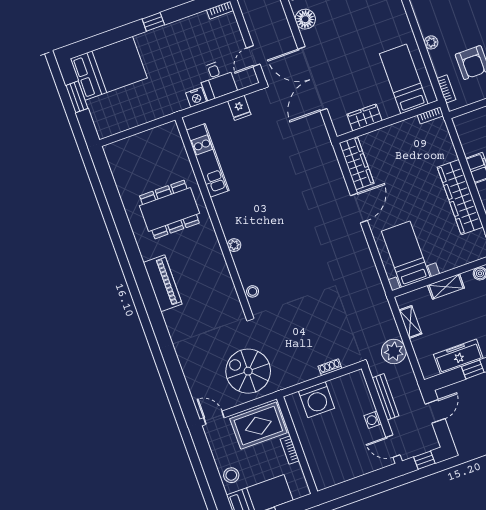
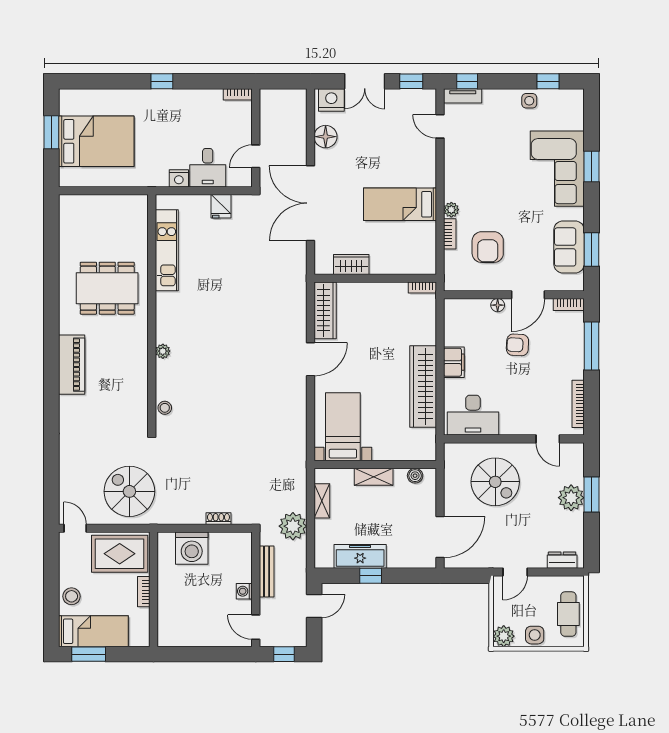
bed: (109, 68) -> (96, 141), moved
bed: (404, 79) -> (400, 204), moved, turned -90
bookcase: (446, 89) -> (450, 234), moved

